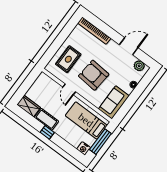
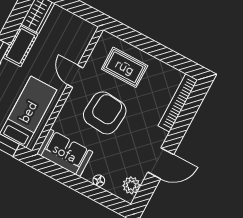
door: (129, 46) -> (161, 163), hinge flipped
door: (69, 89) -> (75, 76), hinge flipped

